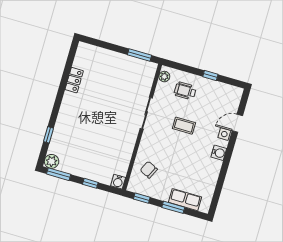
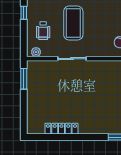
locker: (74, 80) -> (61, 129), width x1.53
coffee table: (184, 126) -> (73, 23), width x1.86, depth x1.72

